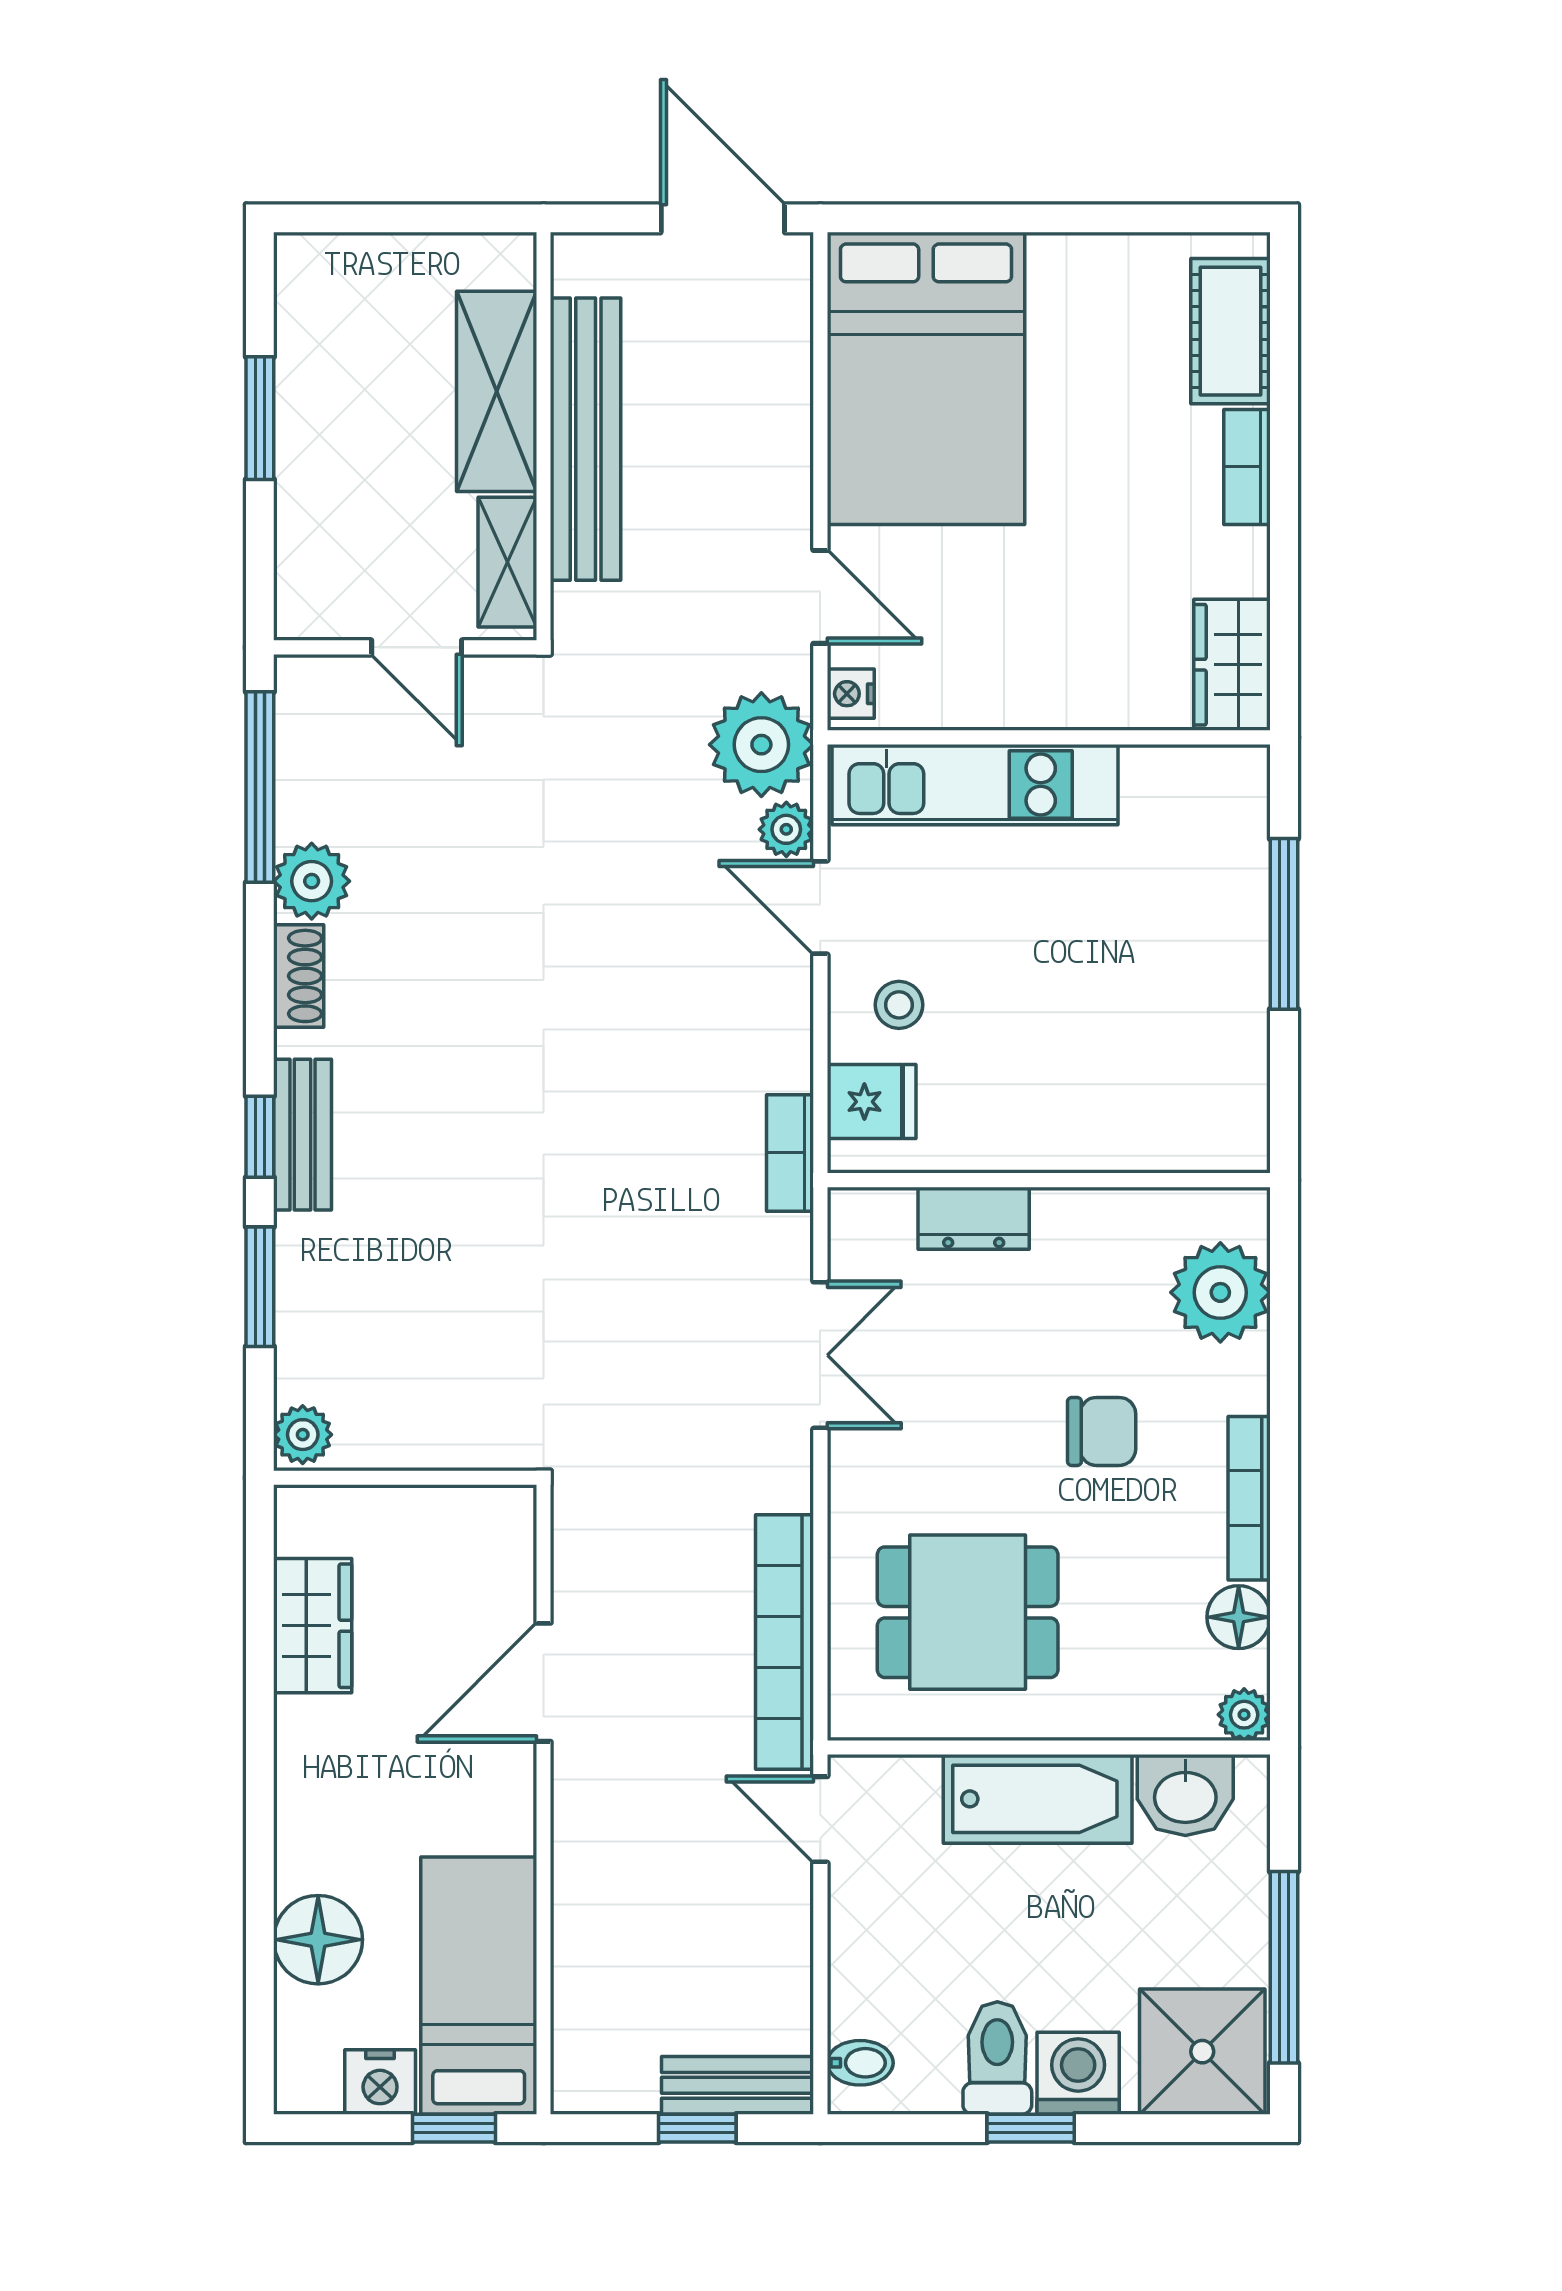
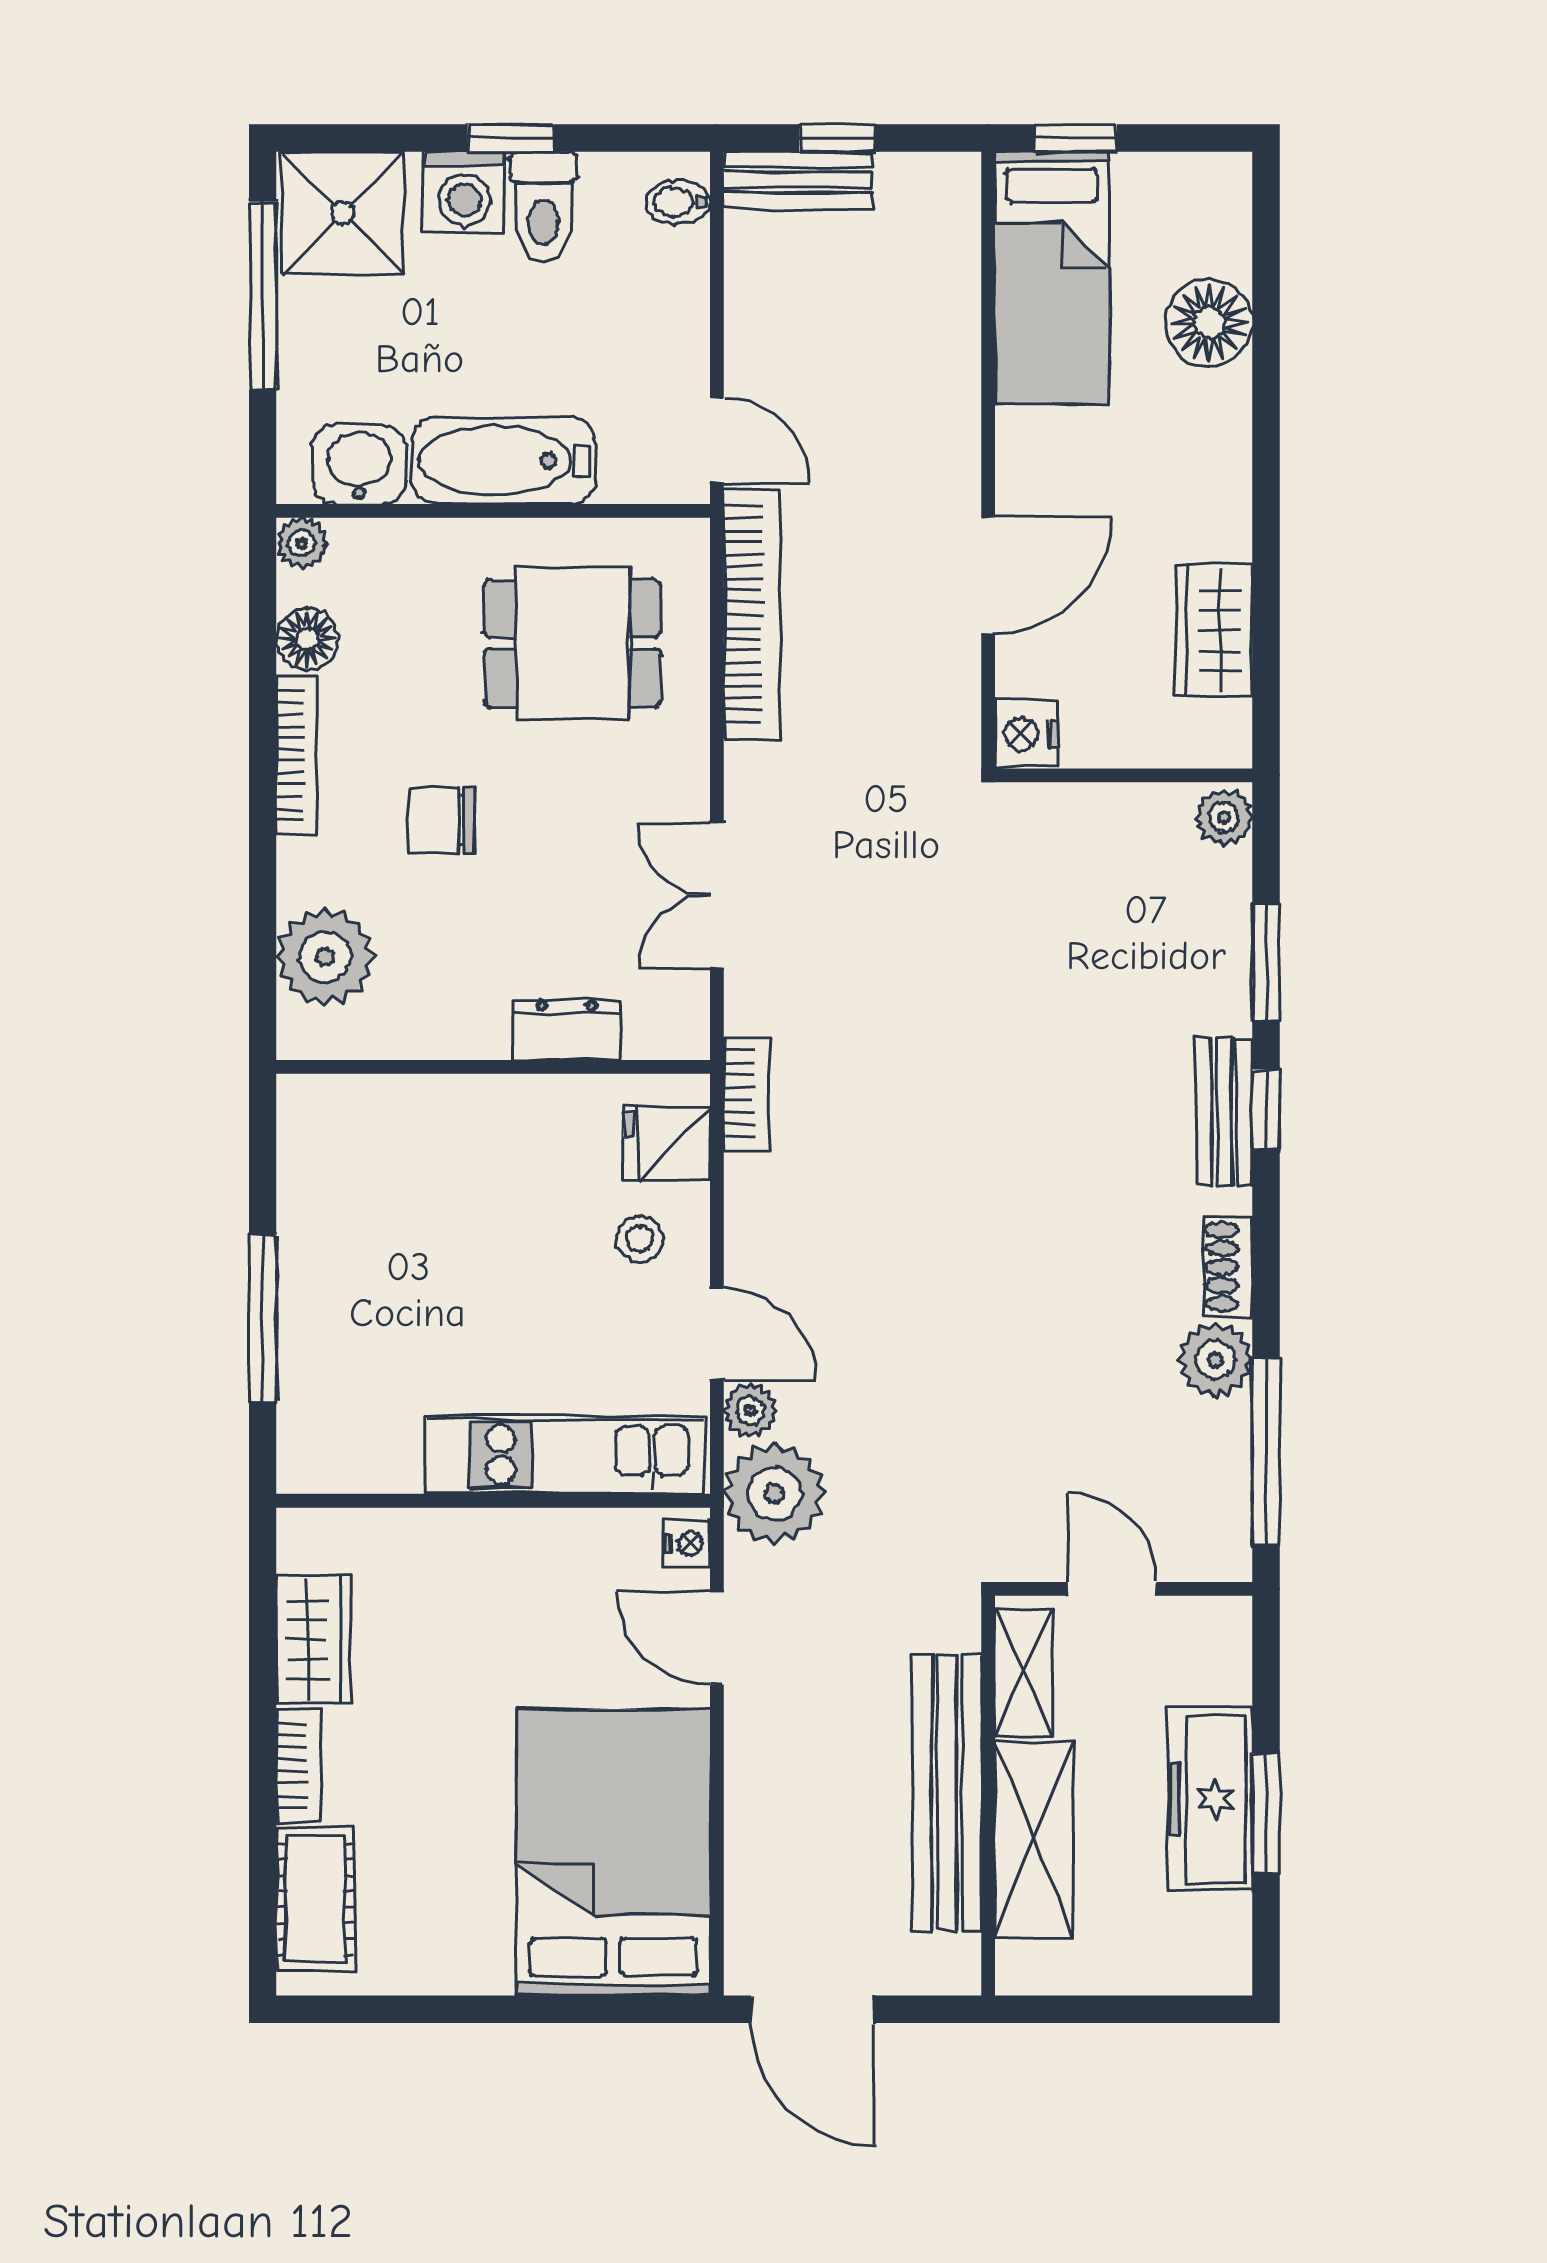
freezer: (317, 433) -> (1210, 1799), added
wardrobe: (1232, 665) -> (314, 1639), moved
nightstand: (380, 2082) -> (1027, 734), moved, turned -90

